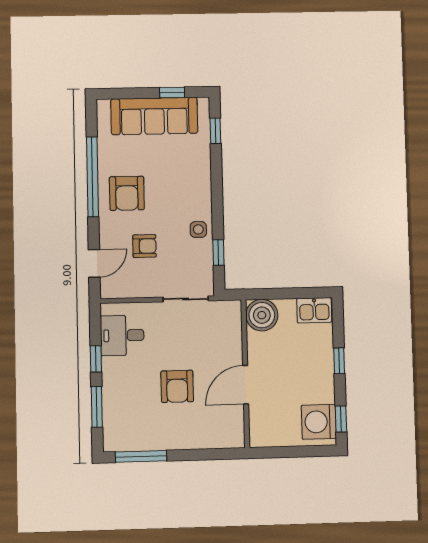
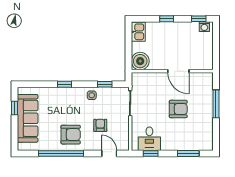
window: (215, 131) -> (64, 84), moved
window: (96, 359) -> (151, 153), moved
washing machine: (319, 422) -> (204, 27), width x0.53, depth x0.53
window: (141, 456) -> (216, 104), moved

